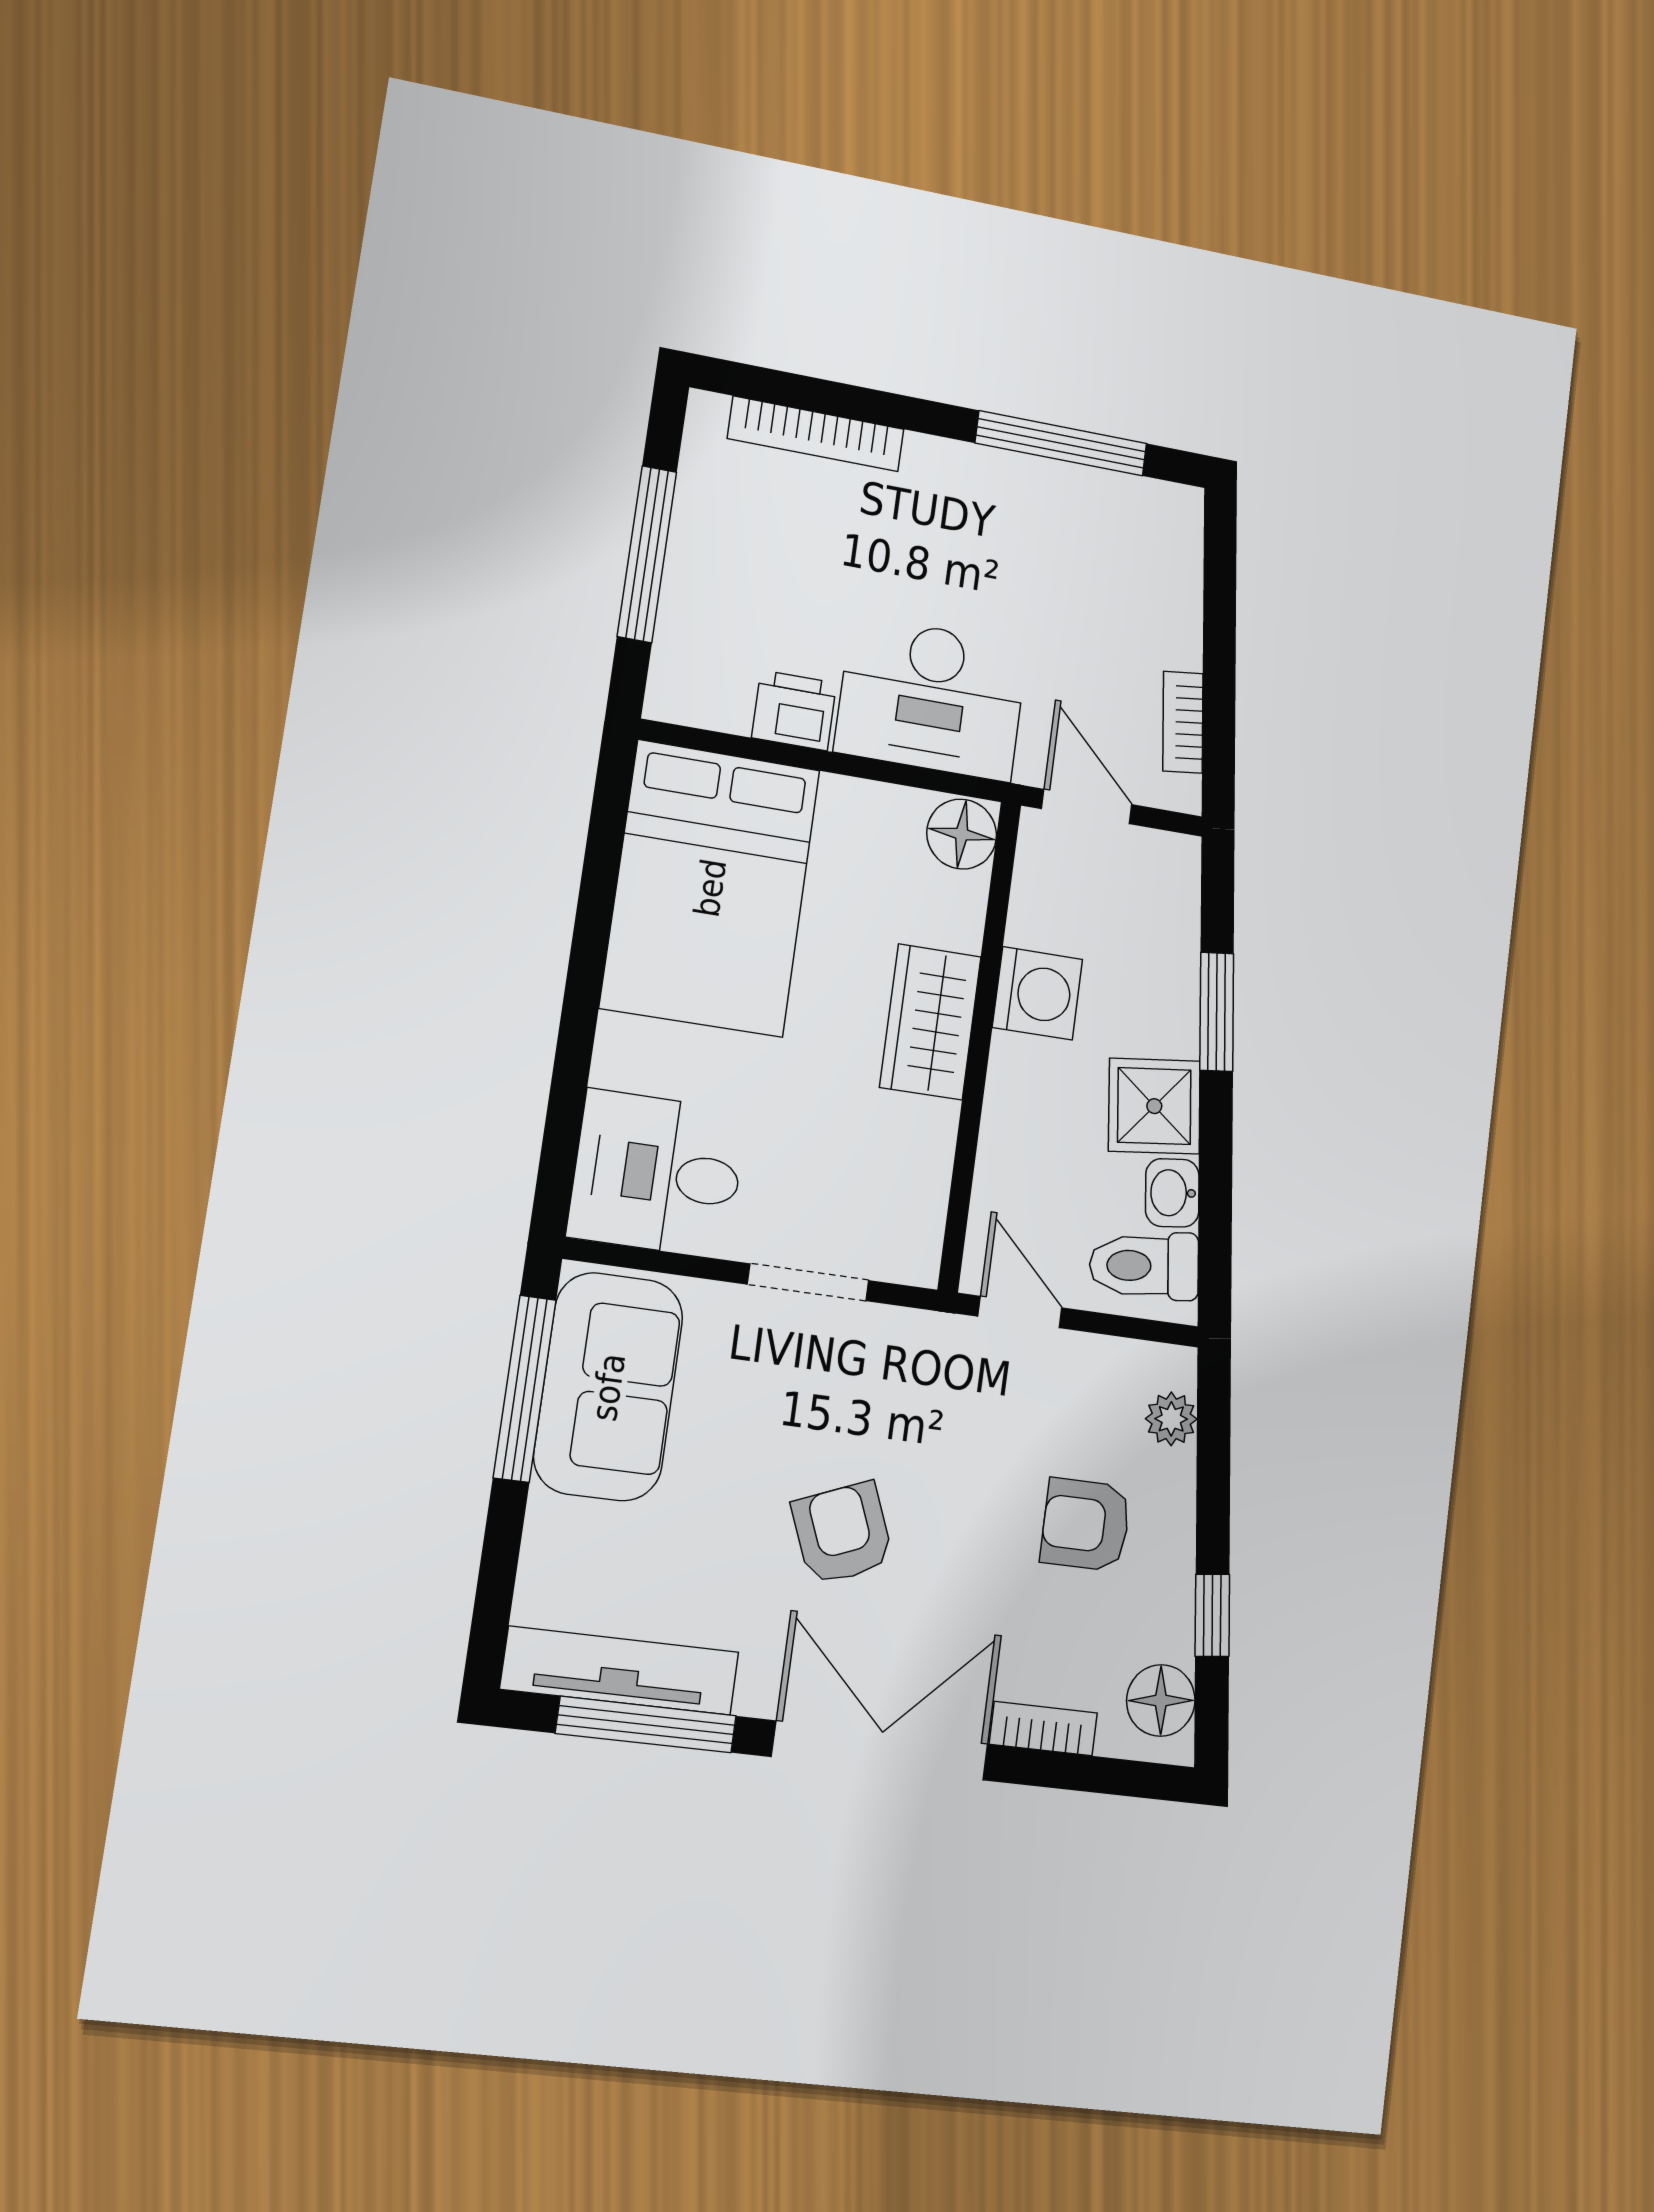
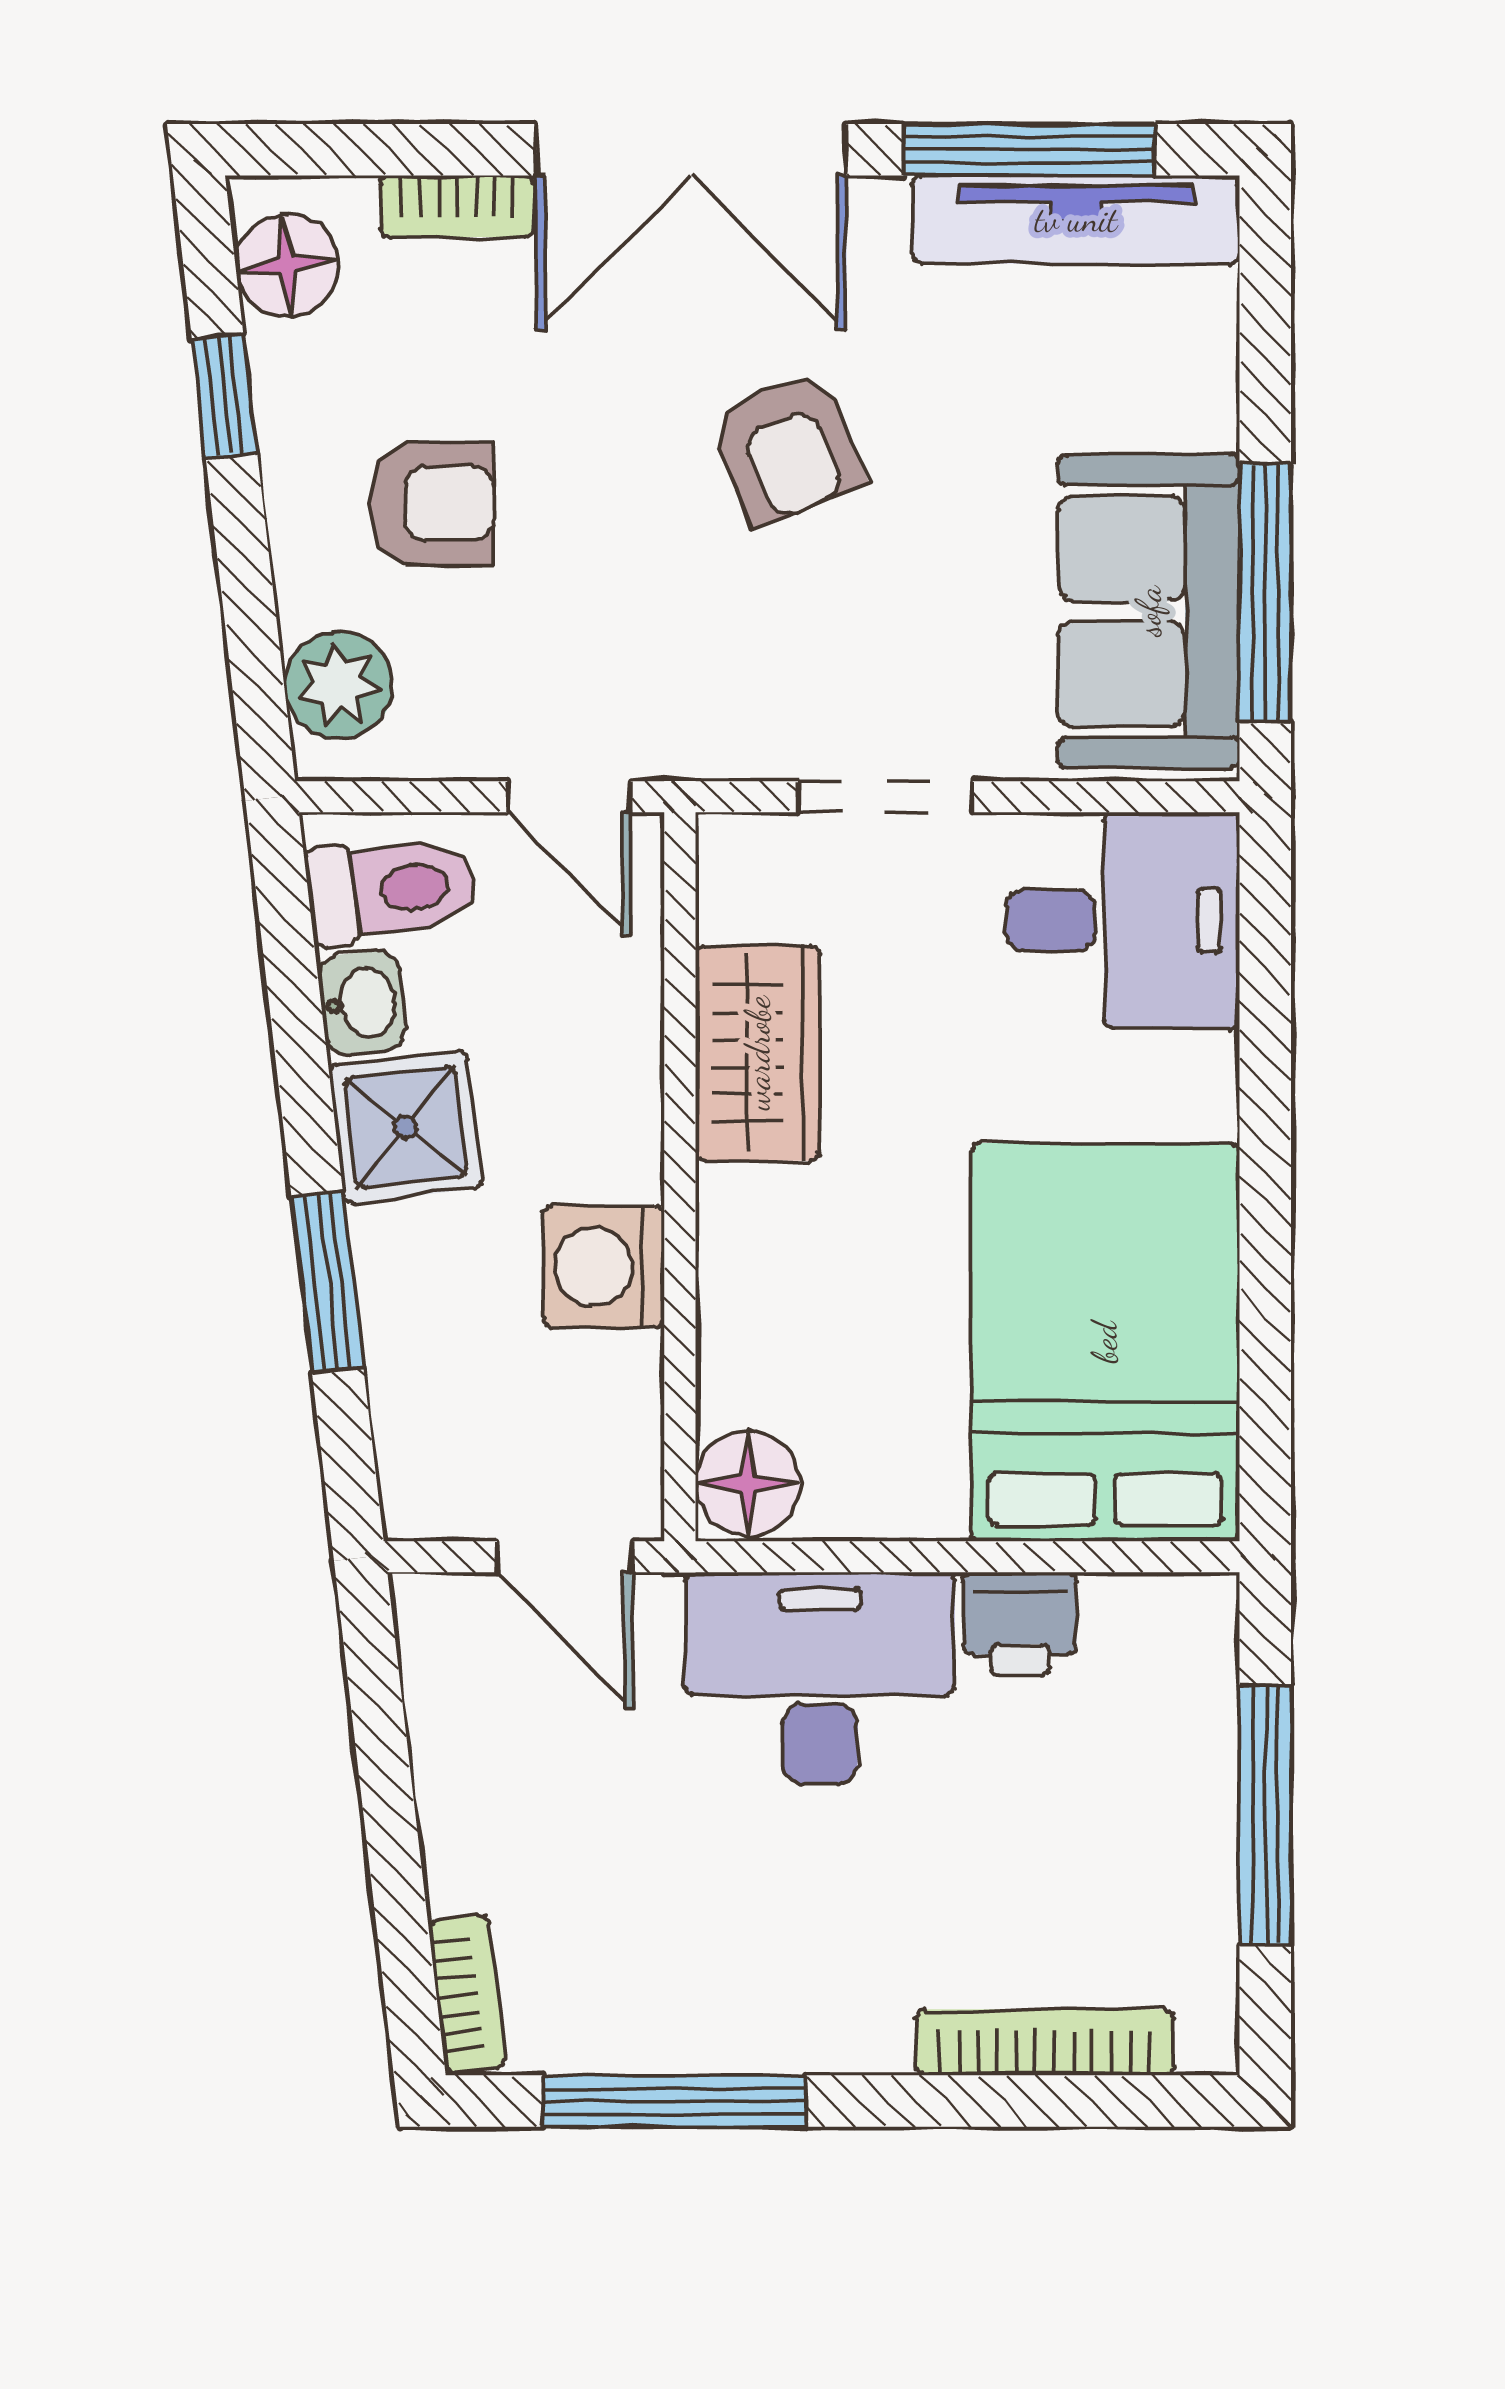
bookcase: (1183, 722) -> (467, 1994), moved
wardrobe: (930, 1022) -> (758, 1053), moved
plant: (1171, 1419) -> (339, 685), width x1.38, depth x1.38

